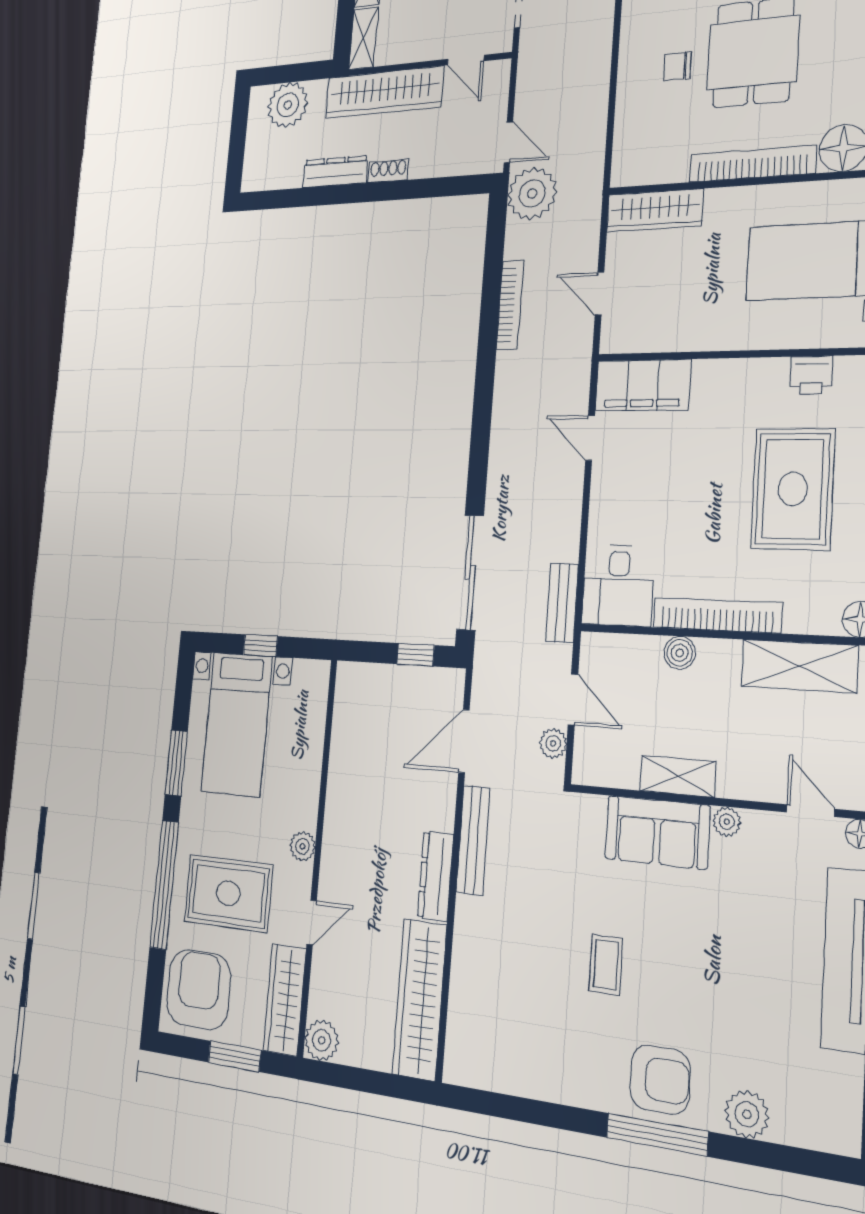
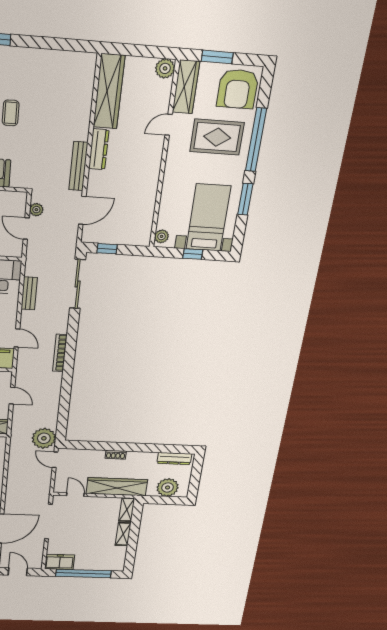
dresser: (335, 172) -> (174, 459), moved
bookcase: (510, 305) -> (60, 353), moved
bench: (562, 603) -> (29, 293), moved
plant: (302, 846) -> (162, 236), moved

